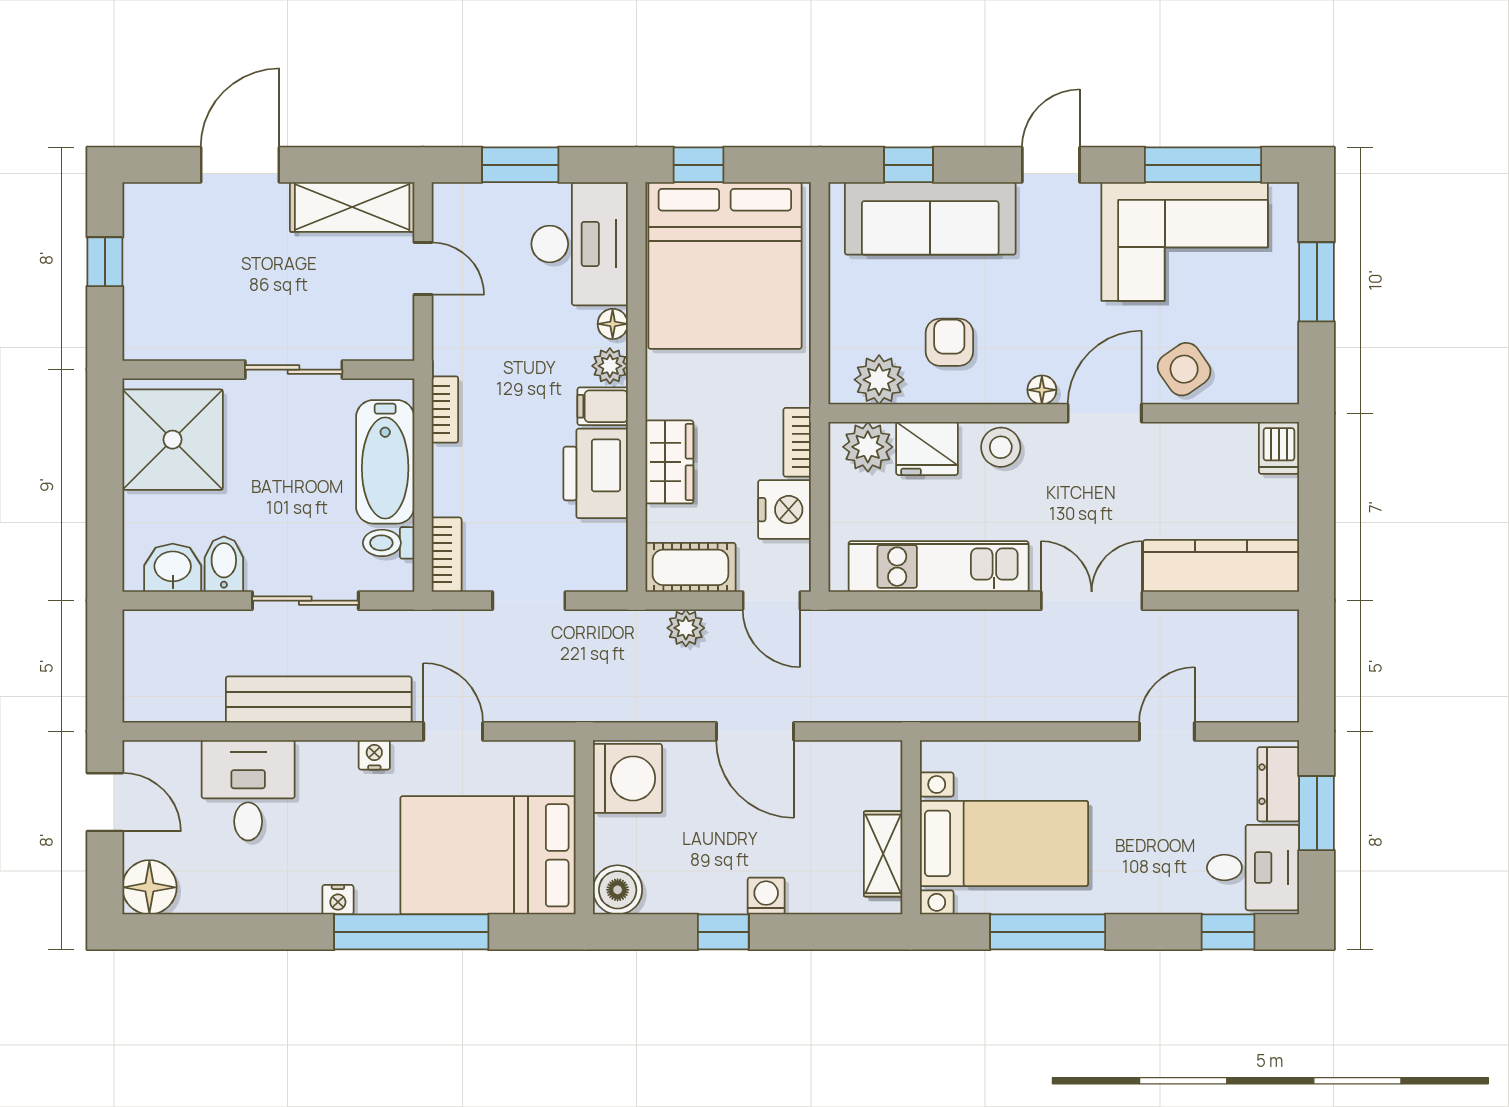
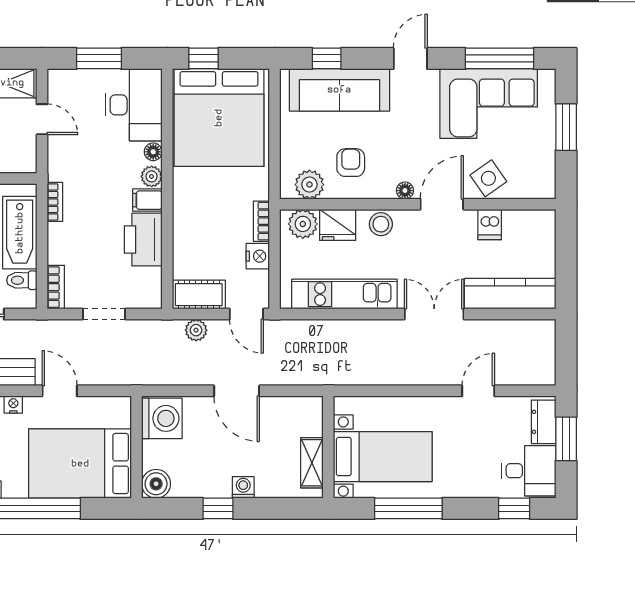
dishwasher: (1279, 448) -> (490, 224), moved
wardrobe: (669, 462) -> (186, 233), removed
nightstand: (785, 510) -> (258, 256), width x0.74, depth x0.75

